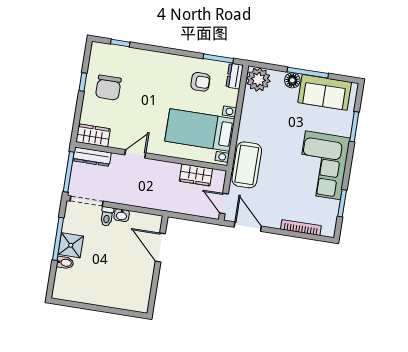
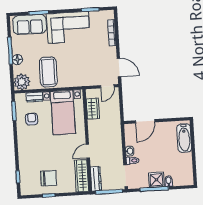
dresser: (235, 76) -> (34, 97), moved
sofa: (325, 92) -> (30, 24), moved, turned 90
wardrobe: (93, 135) -> (82, 176), width x1.50
door: (135, 154) -> (88, 151), hinge flipped
coffee table: (247, 165) -> (48, 72), moved, turned 90
door: (248, 227) -> (119, 67), swing flipped
bathtub: (123, 300) -> (184, 138), added

